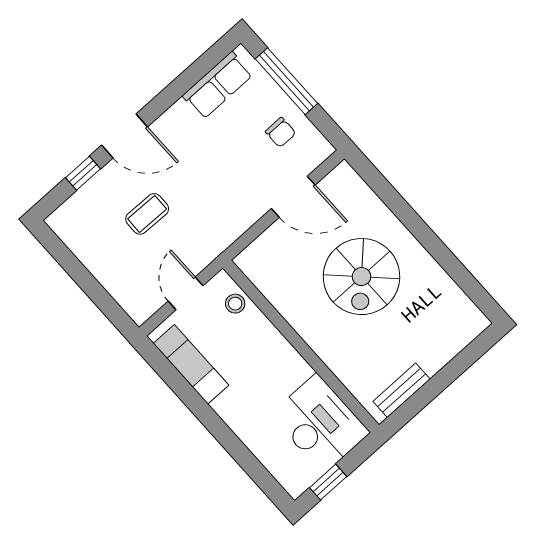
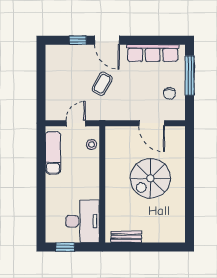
row of seats: (218, 85) -> (153, 53), width x1.48
coffee table: (147, 214) -> (102, 84), moved, turned -62

